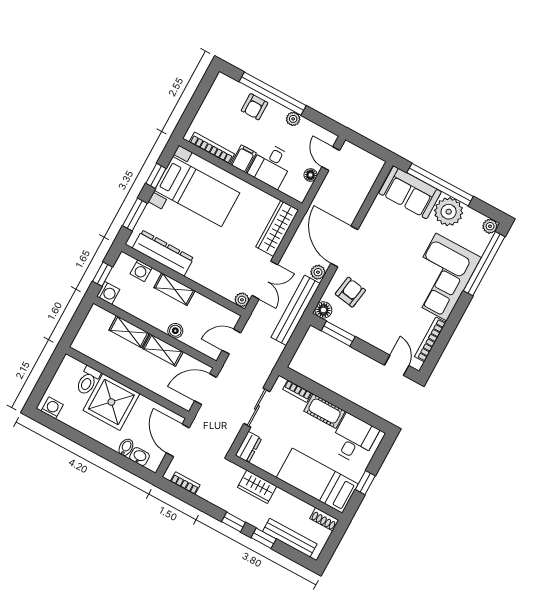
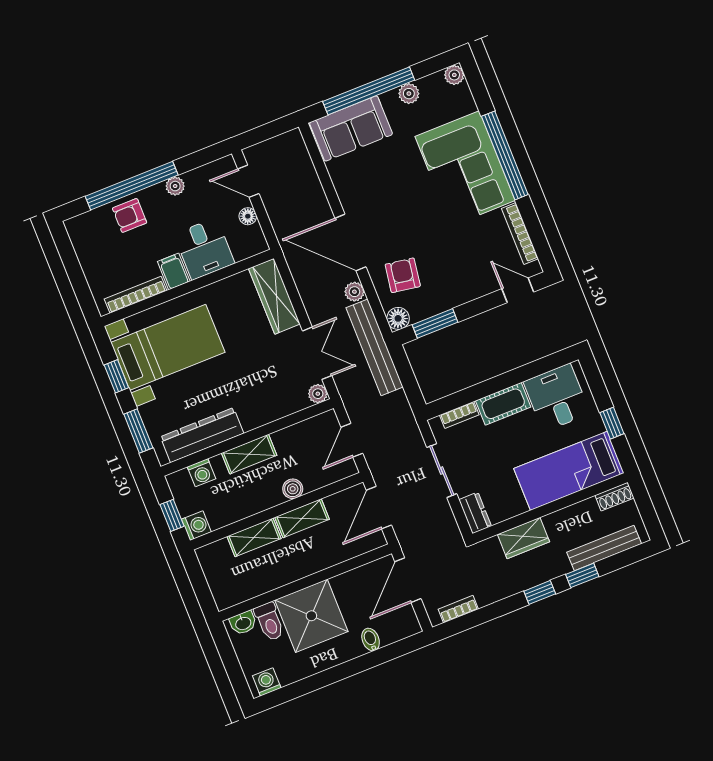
armchair: (255, 107) -> (130, 215), turned 90
plant: (449, 212) -> (409, 94), width x0.53, depth x0.53
window: (484, 264) -> (505, 155), moved
door: (178, 440) -> (408, 580), hinge flipped
washbasin: (139, 457) -> (243, 623), moved, turned 180

